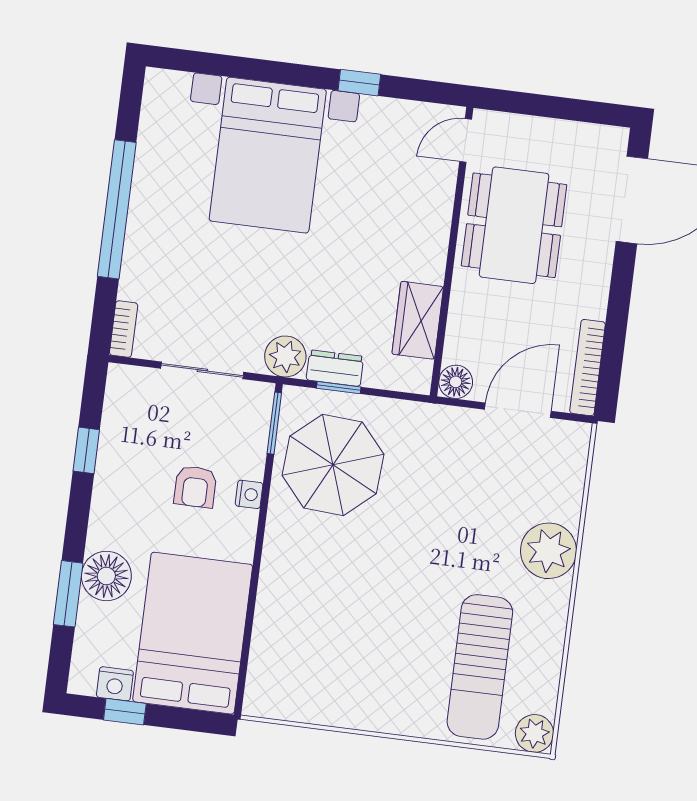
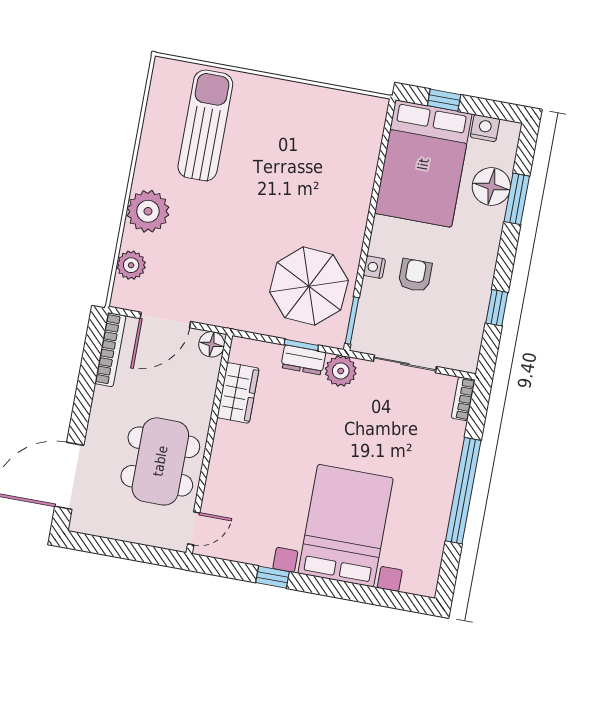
floor lamp: (106, 576) -> (491, 187), moved
window: (125, 712) -> (444, 100), moved
plant: (534, 733) -> (131, 265), moved

